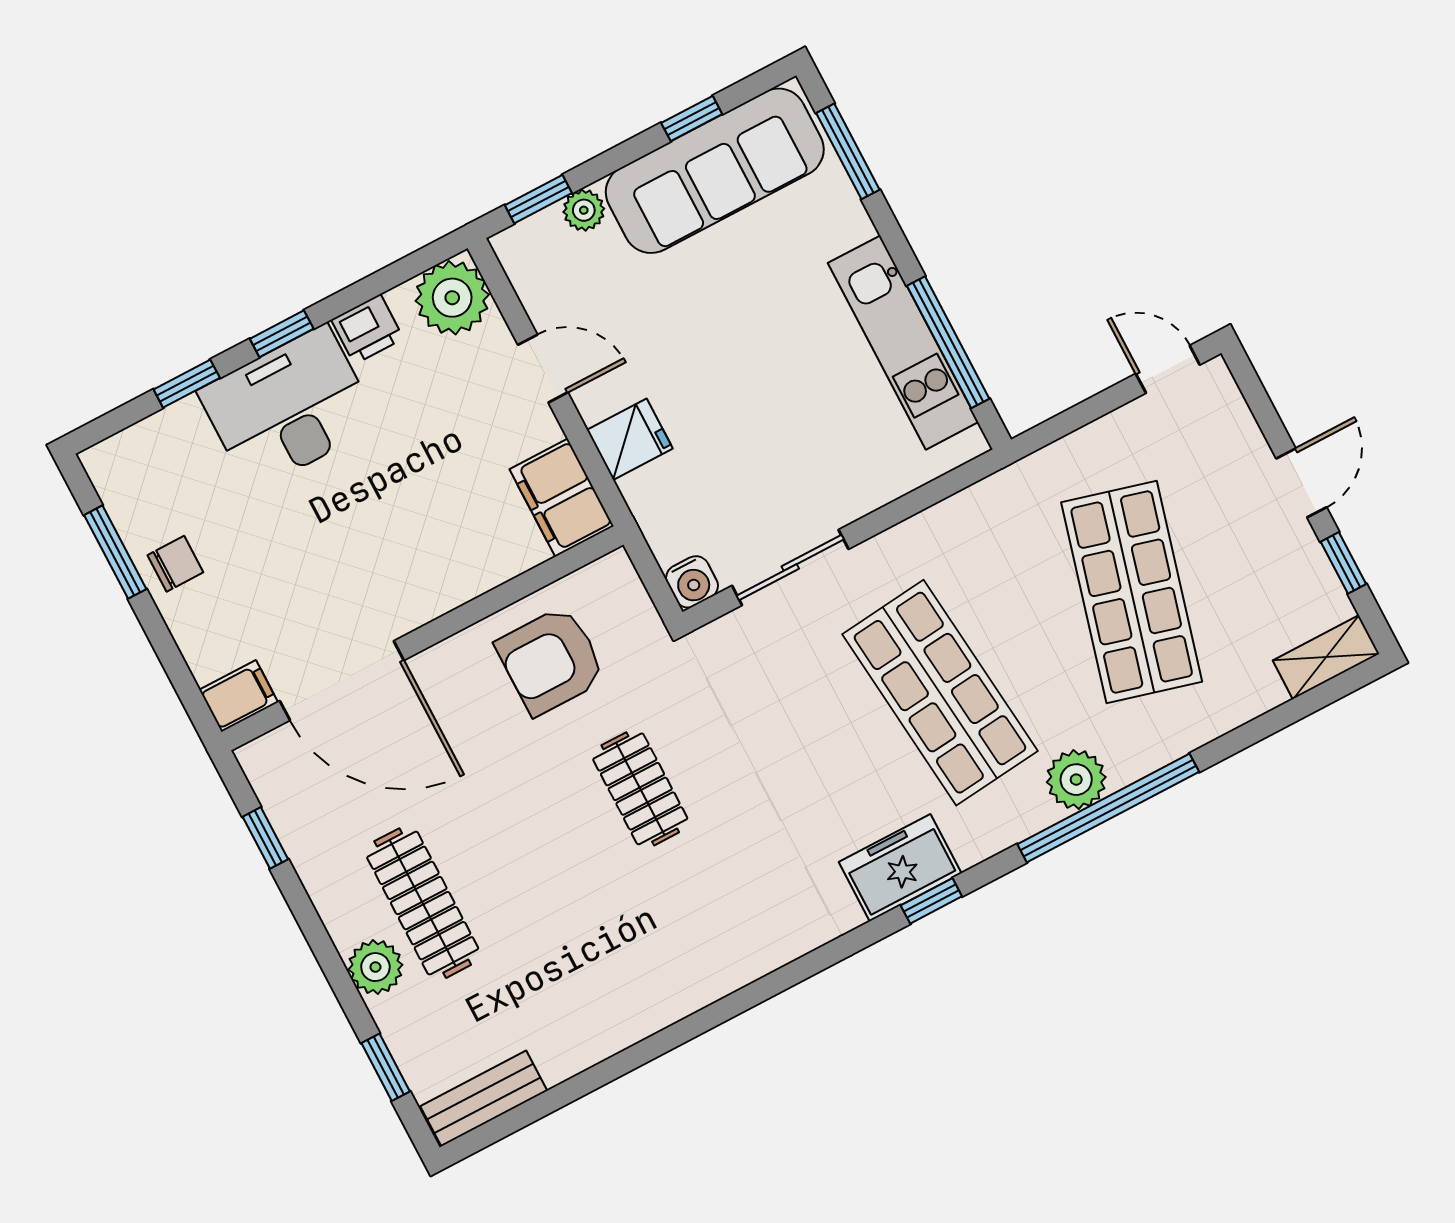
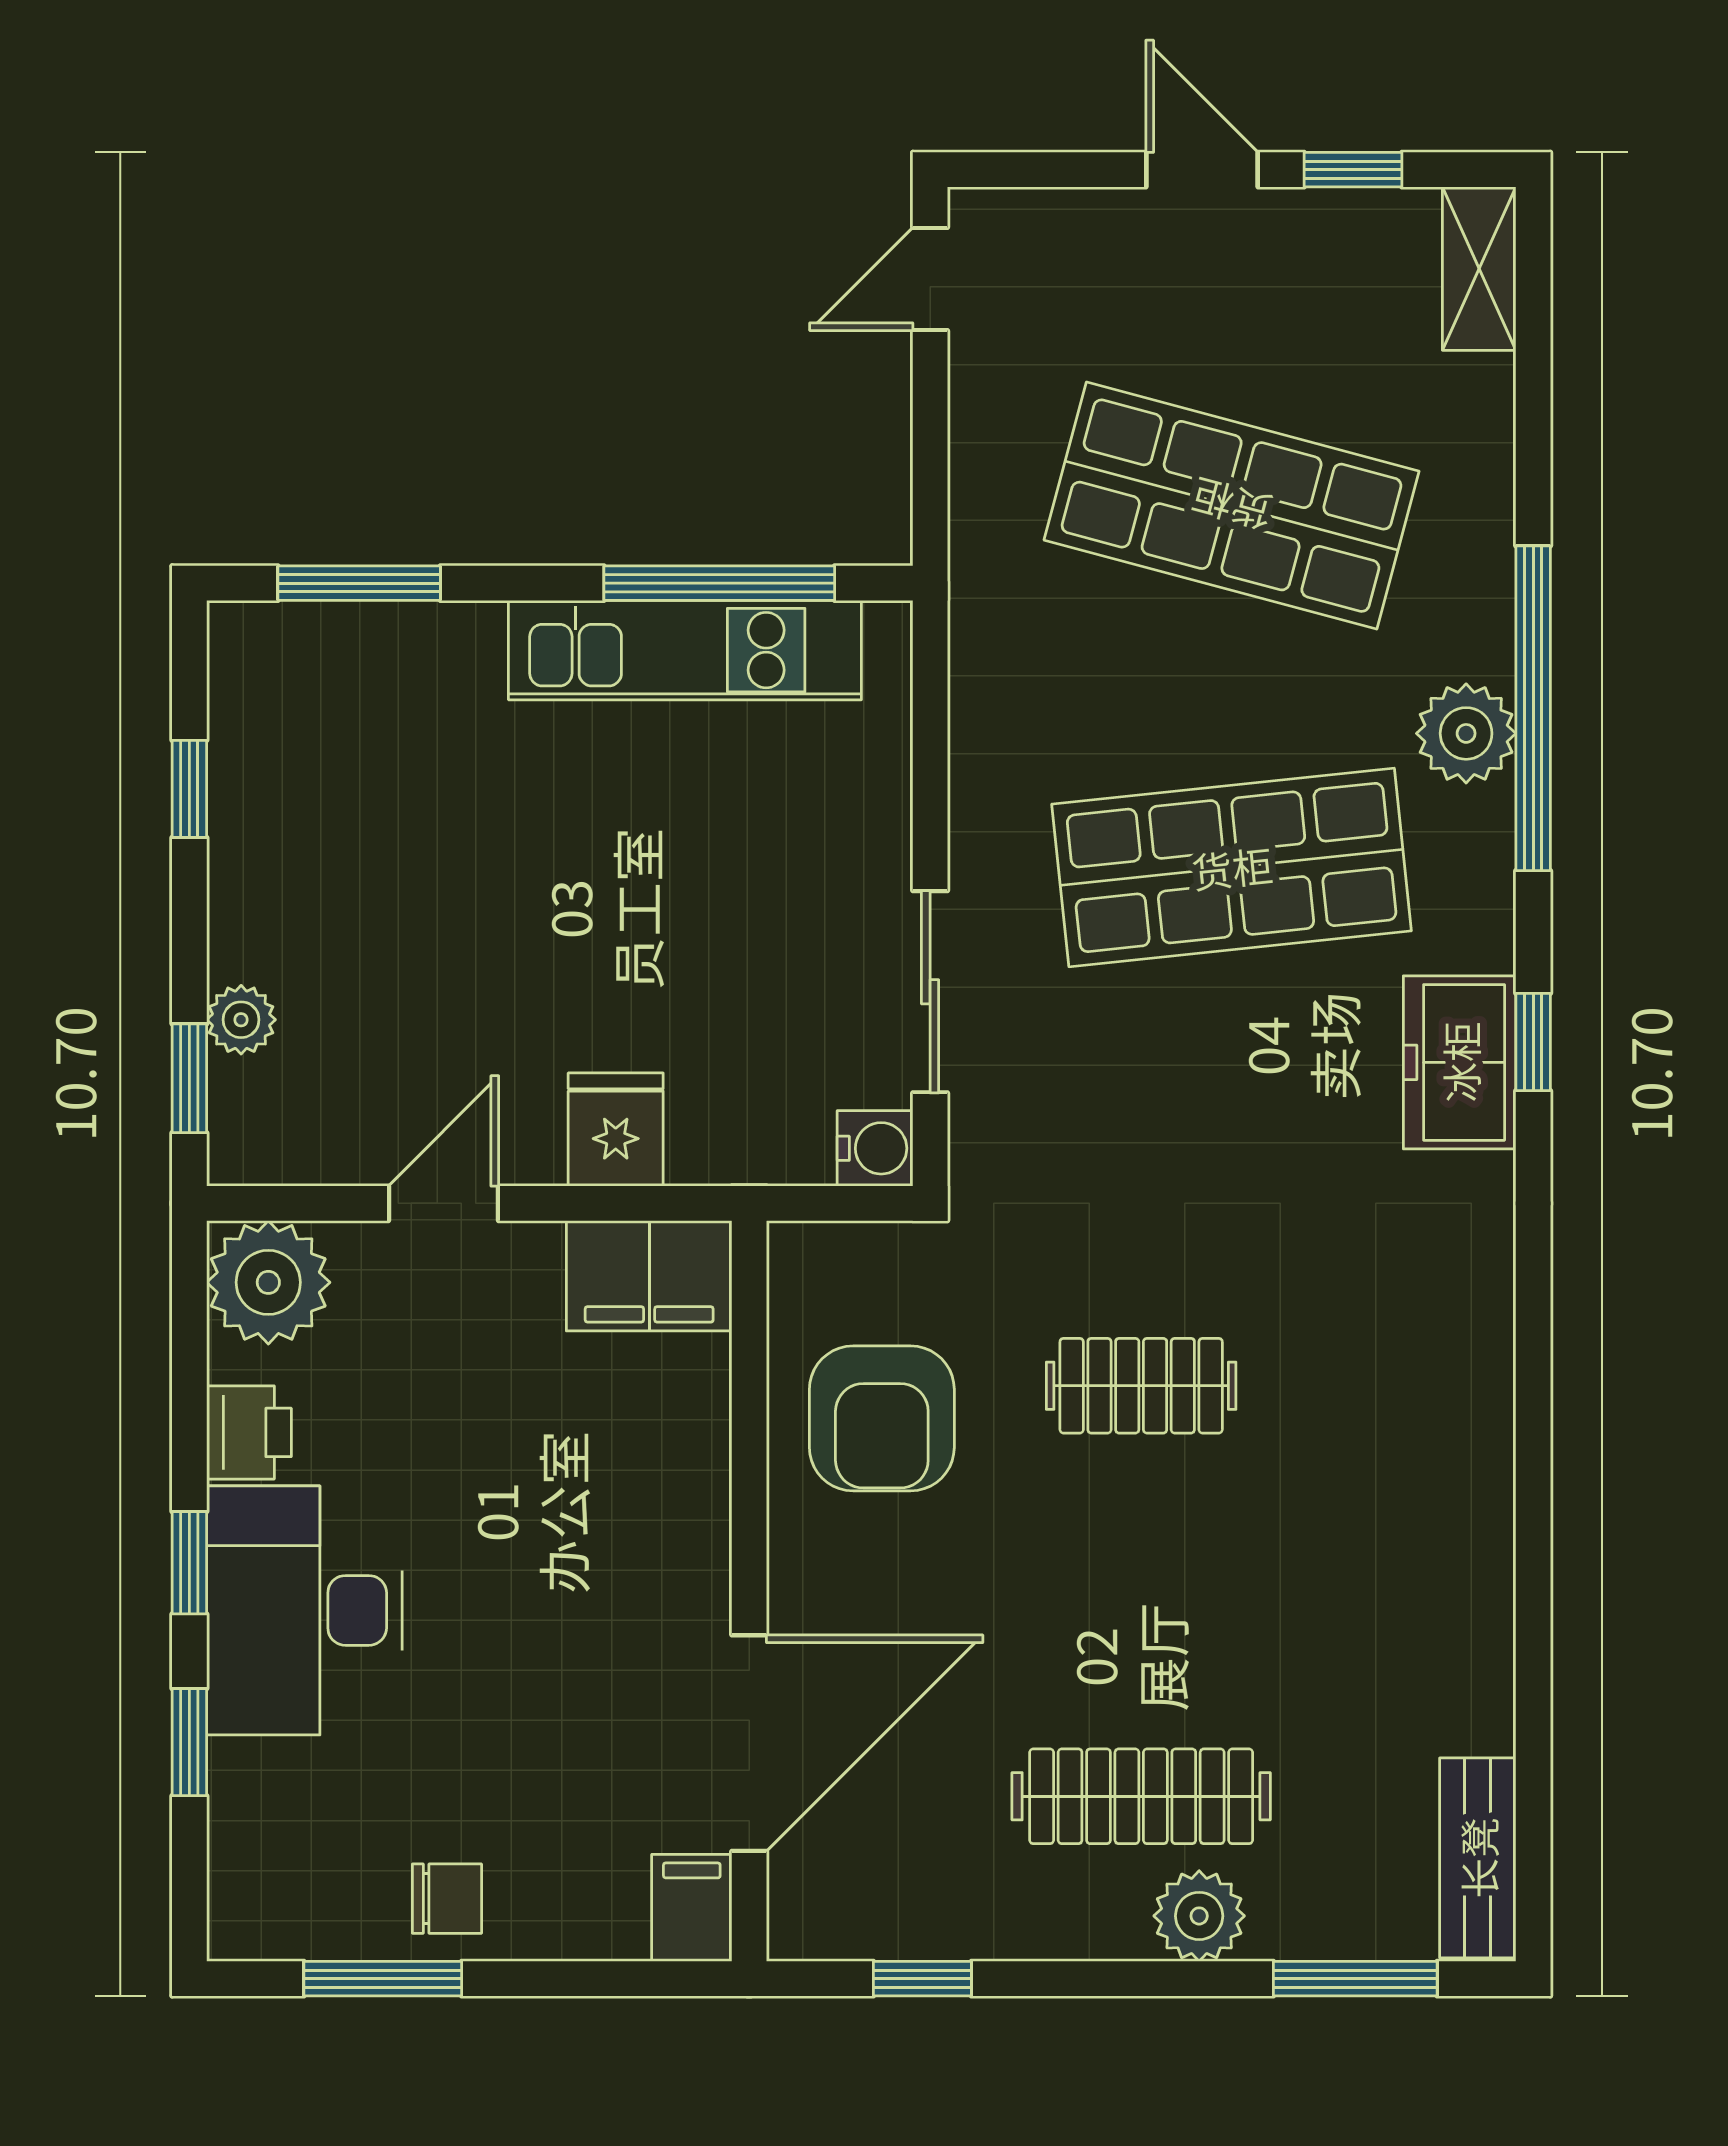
sofa: (715, 171) -> (284, 795), removed
chair: (175, 564) -> (447, 1899), turned 90
window: (386, 1067) -> (1355, 1979), width x1.50

